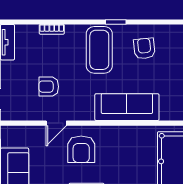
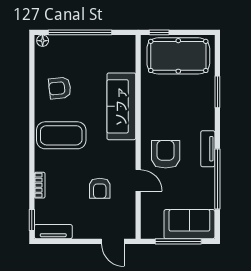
window: (116, 22) -> (32, 220), moved
armchair: (81, 149) -> (166, 154), turned -90

